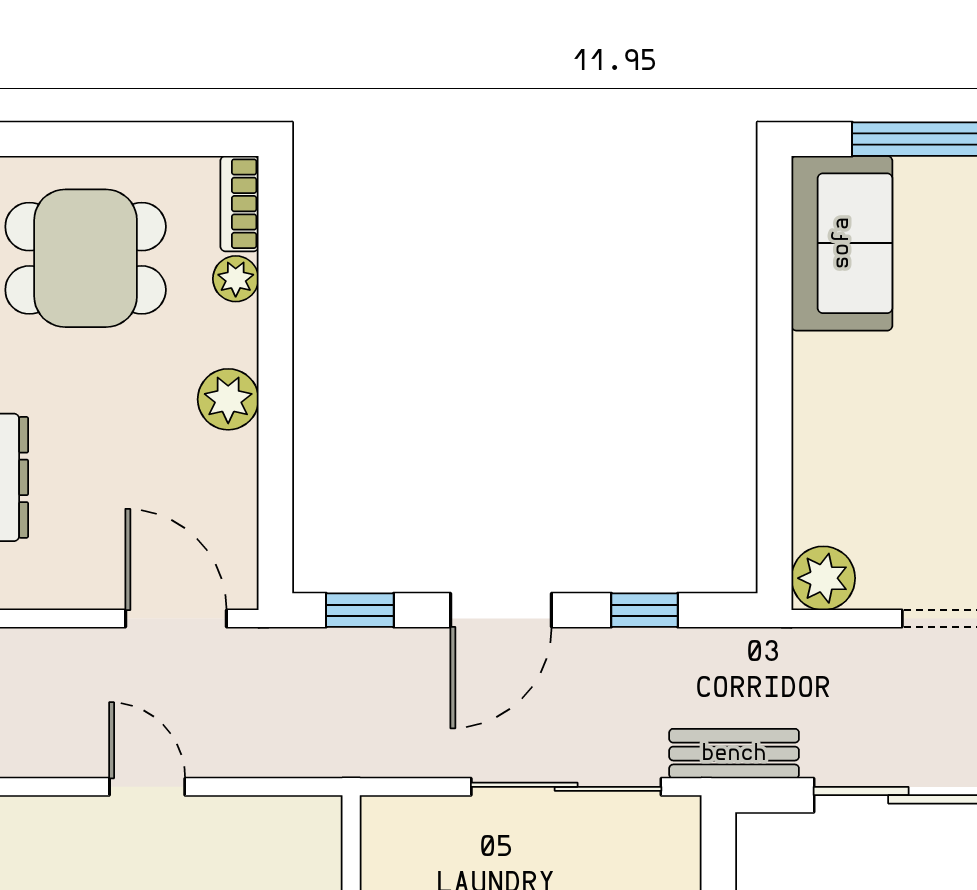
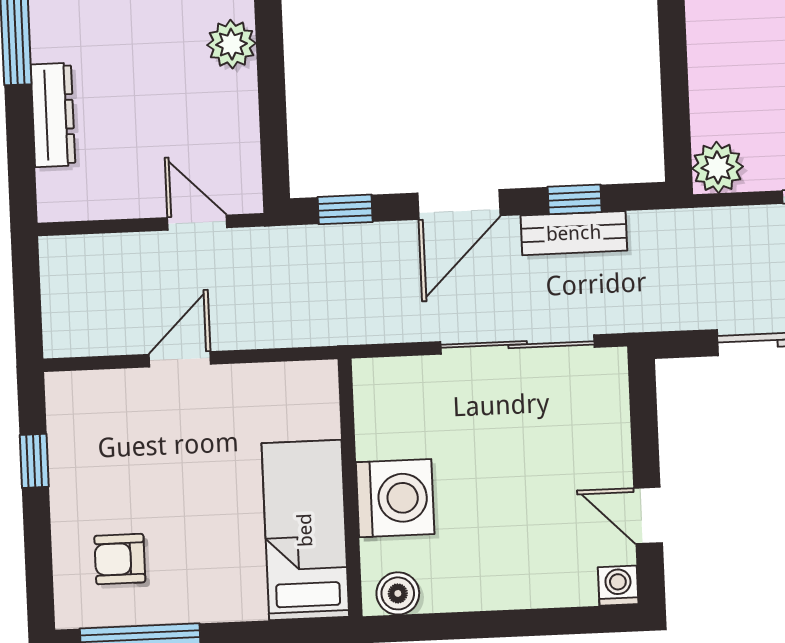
door: (176, 619) -> (197, 223), width x0.73
bench: (734, 754) -> (574, 233), moved
door: (147, 787) -> (180, 359), hinge flipped

